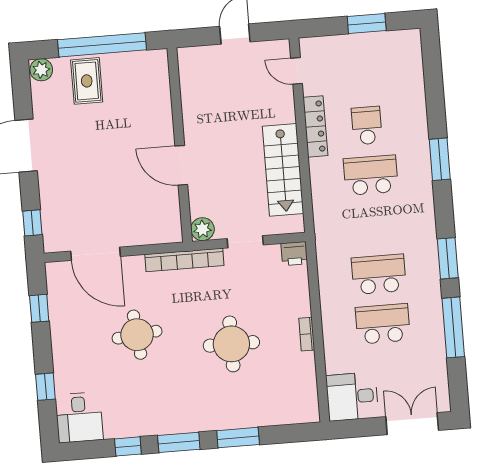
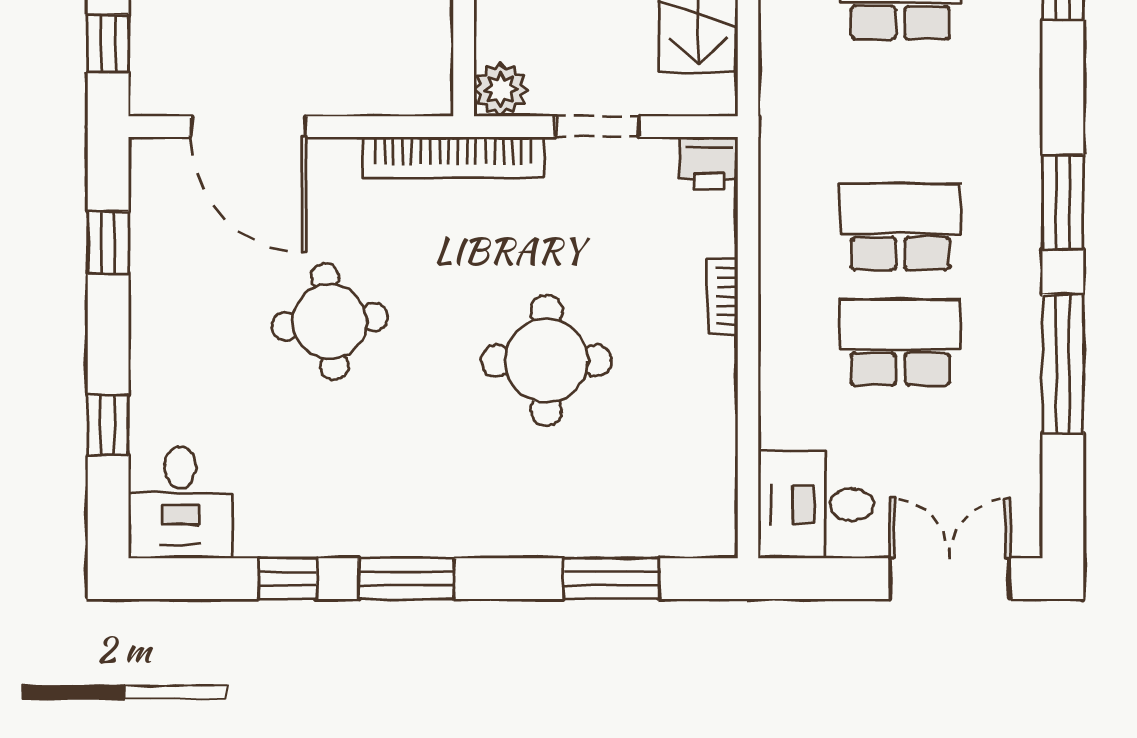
bookcase: (307, 334) -> (722, 297), moved
window: (238, 438) -> (611, 579), moved

